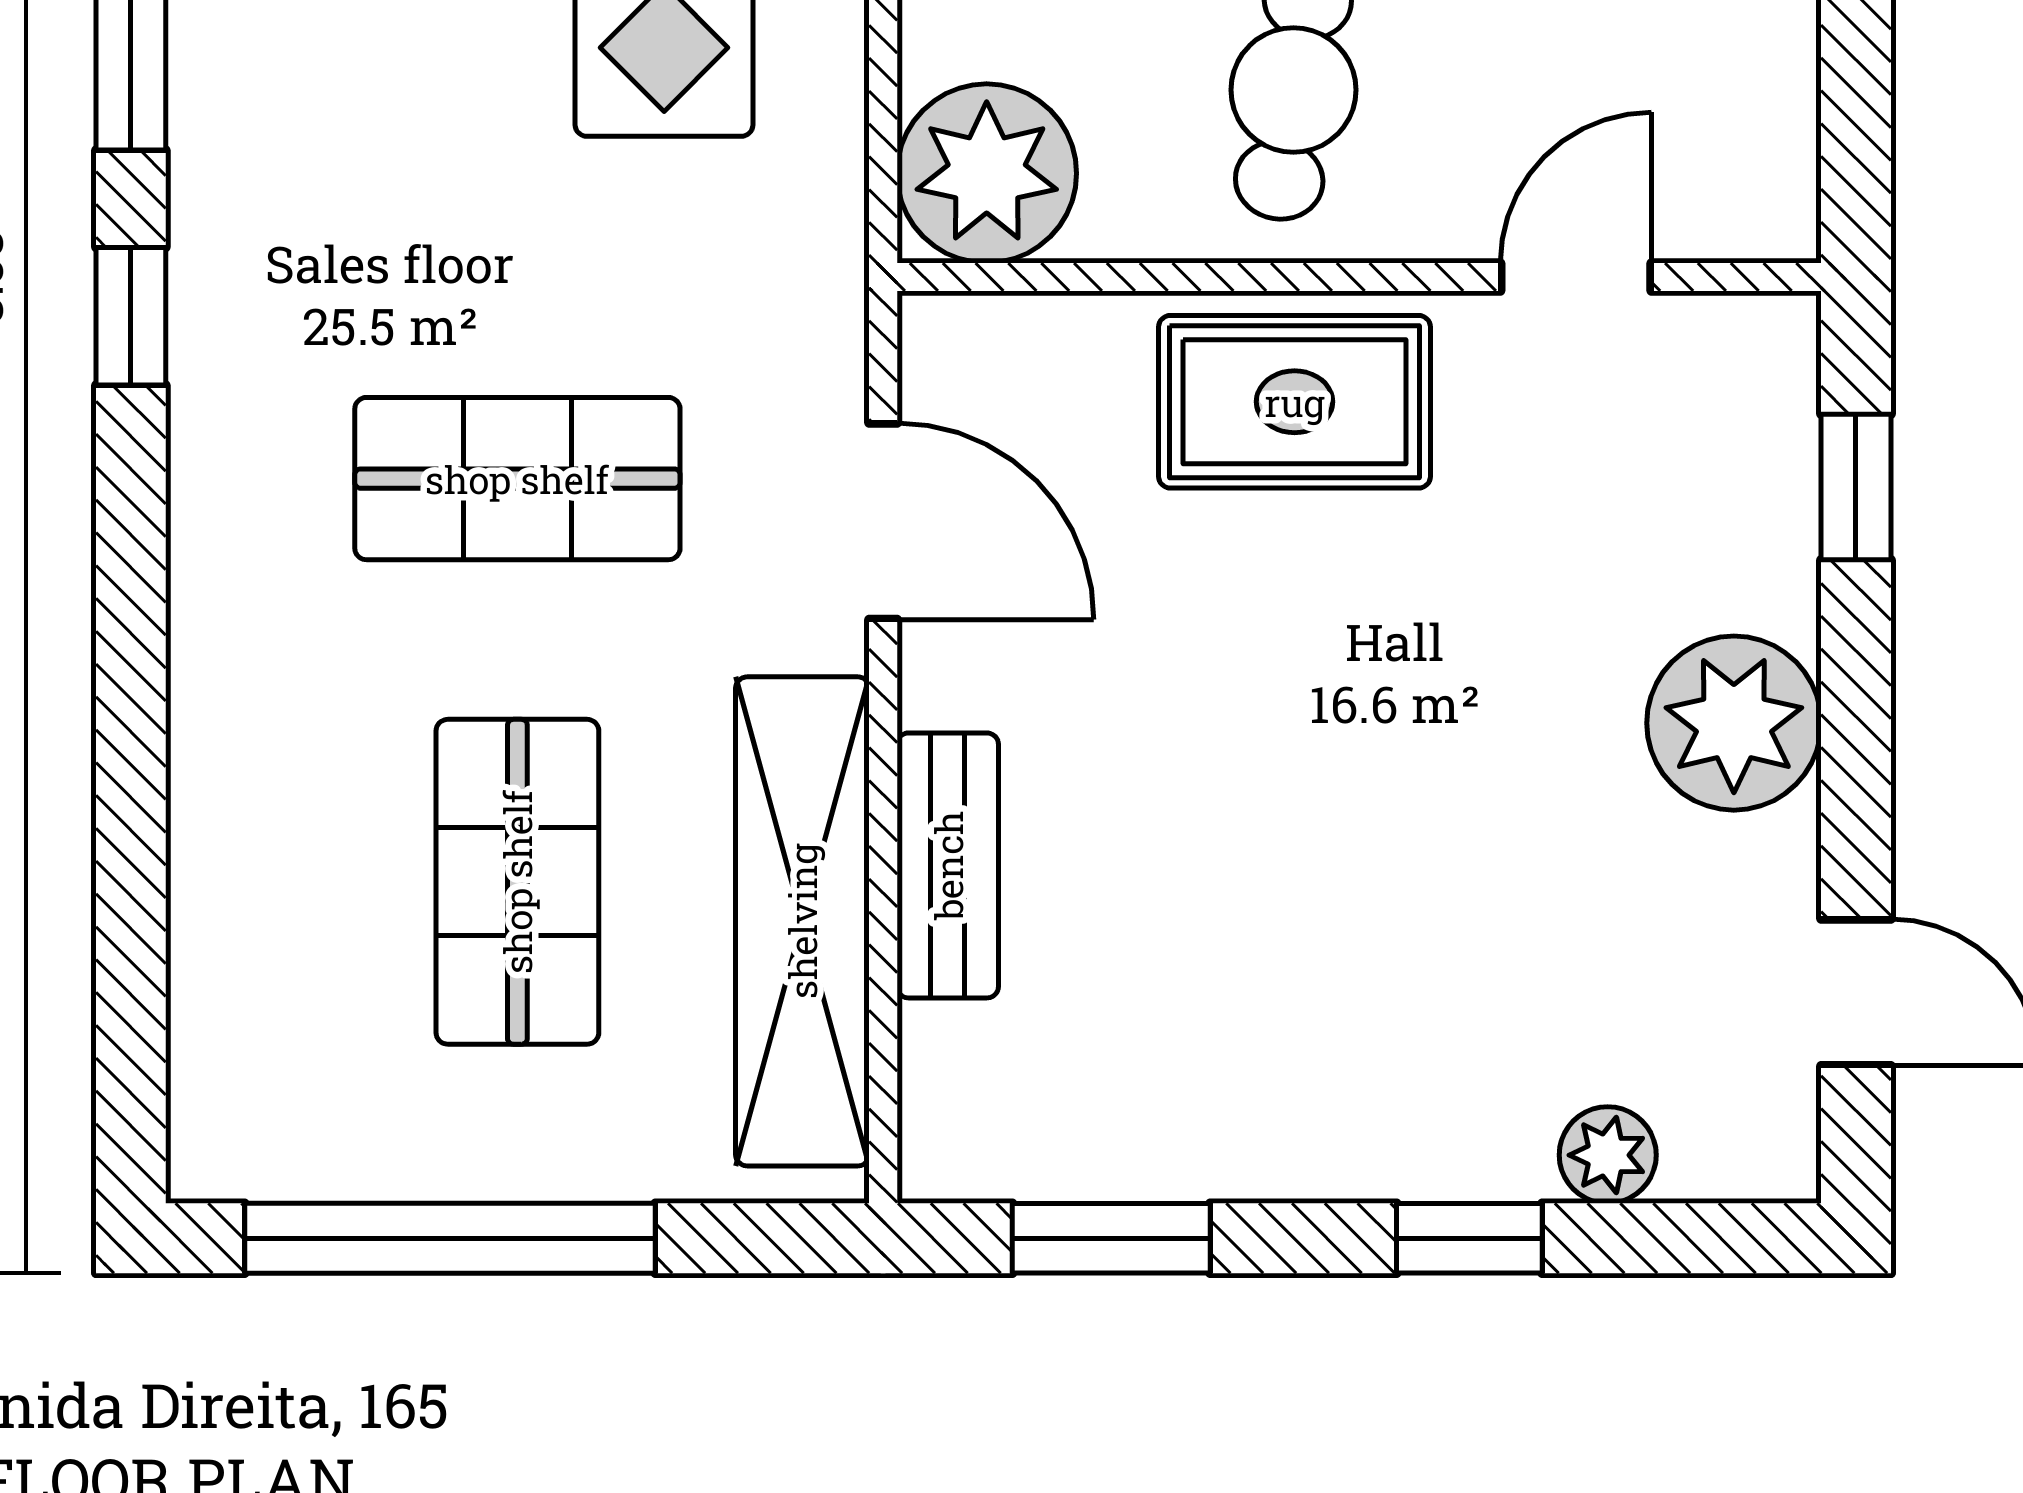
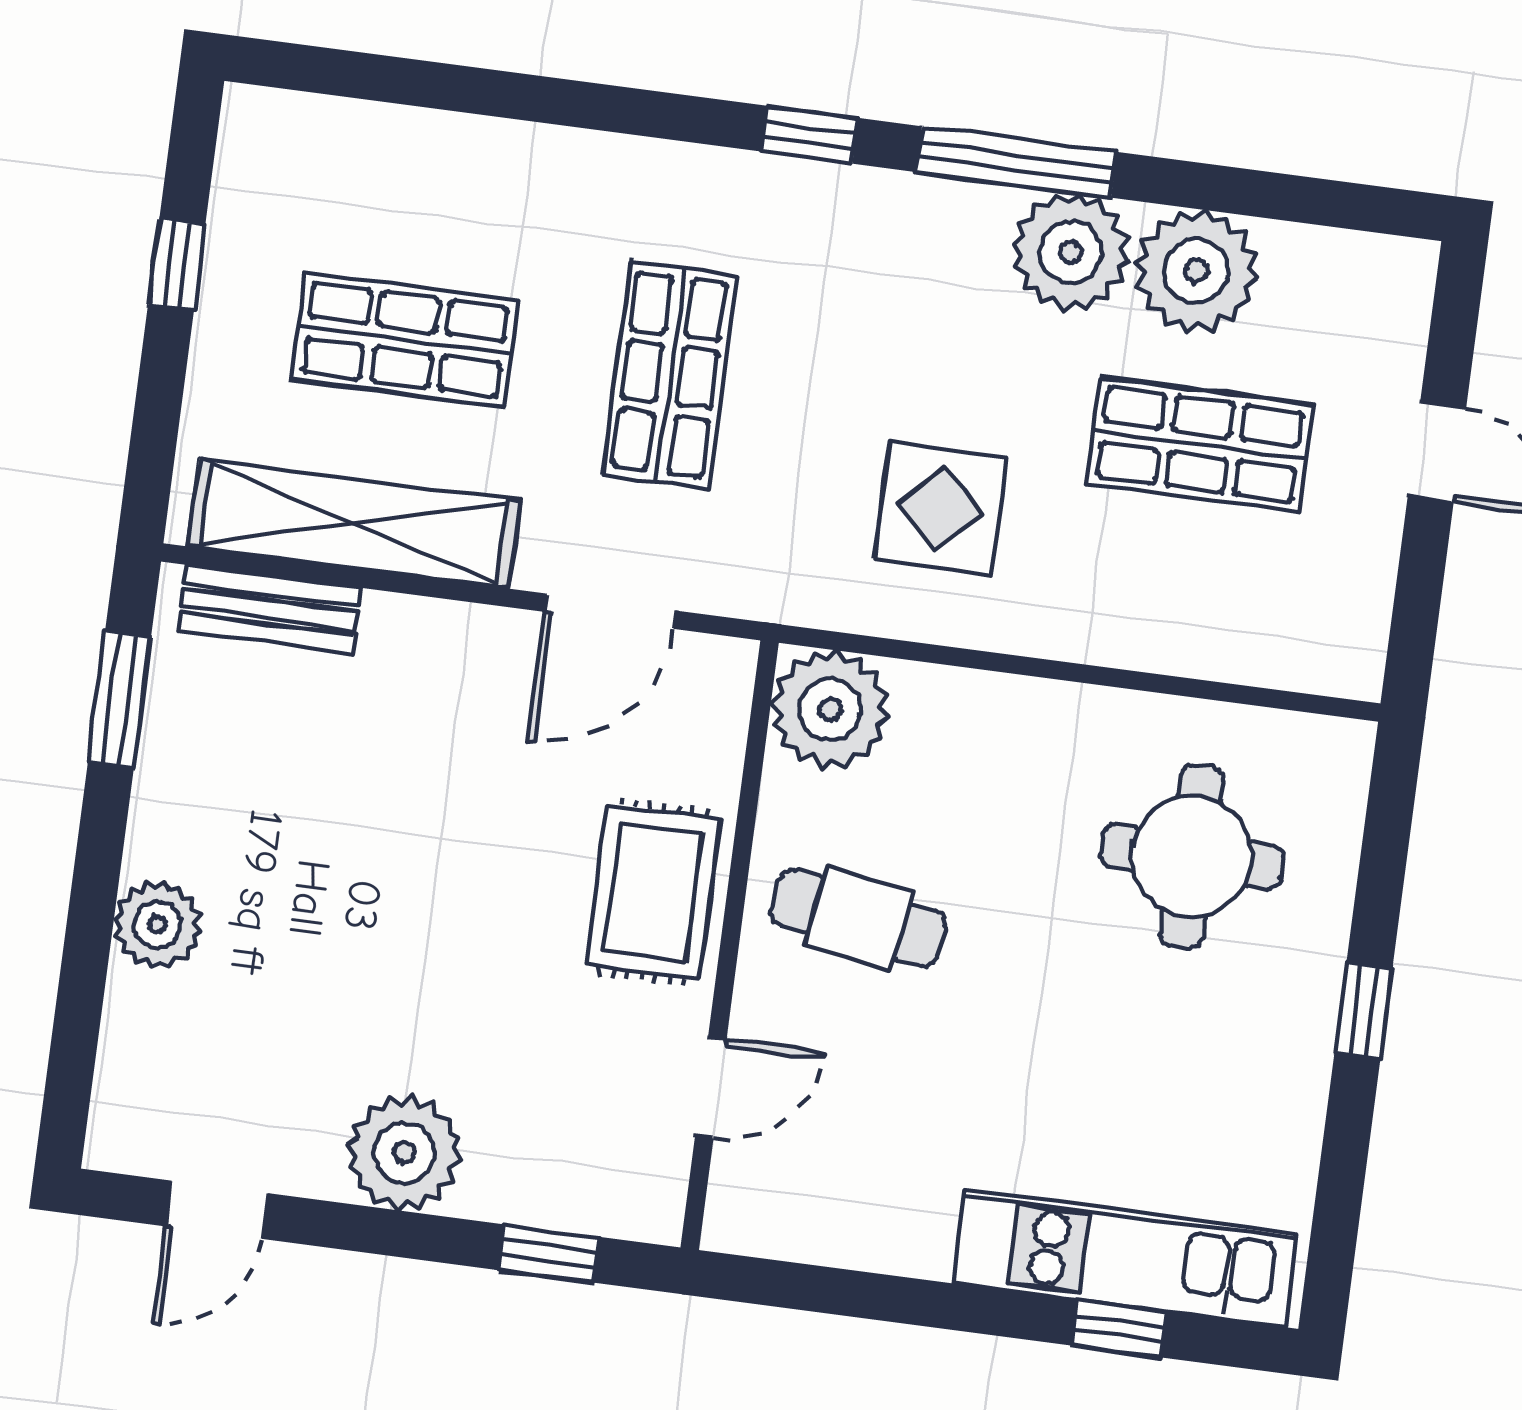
door: (1576, 277) -> (711, 1088), hinge flipped
bench: (948, 865) -> (270, 610), moved
plant: (1608, 1155) -> (158, 925), moved, width x1.38, depth x1.38
window: (450, 1238) -> (177, 265), width x0.32
window: (1469, 1238) -> (88, 934), removed

